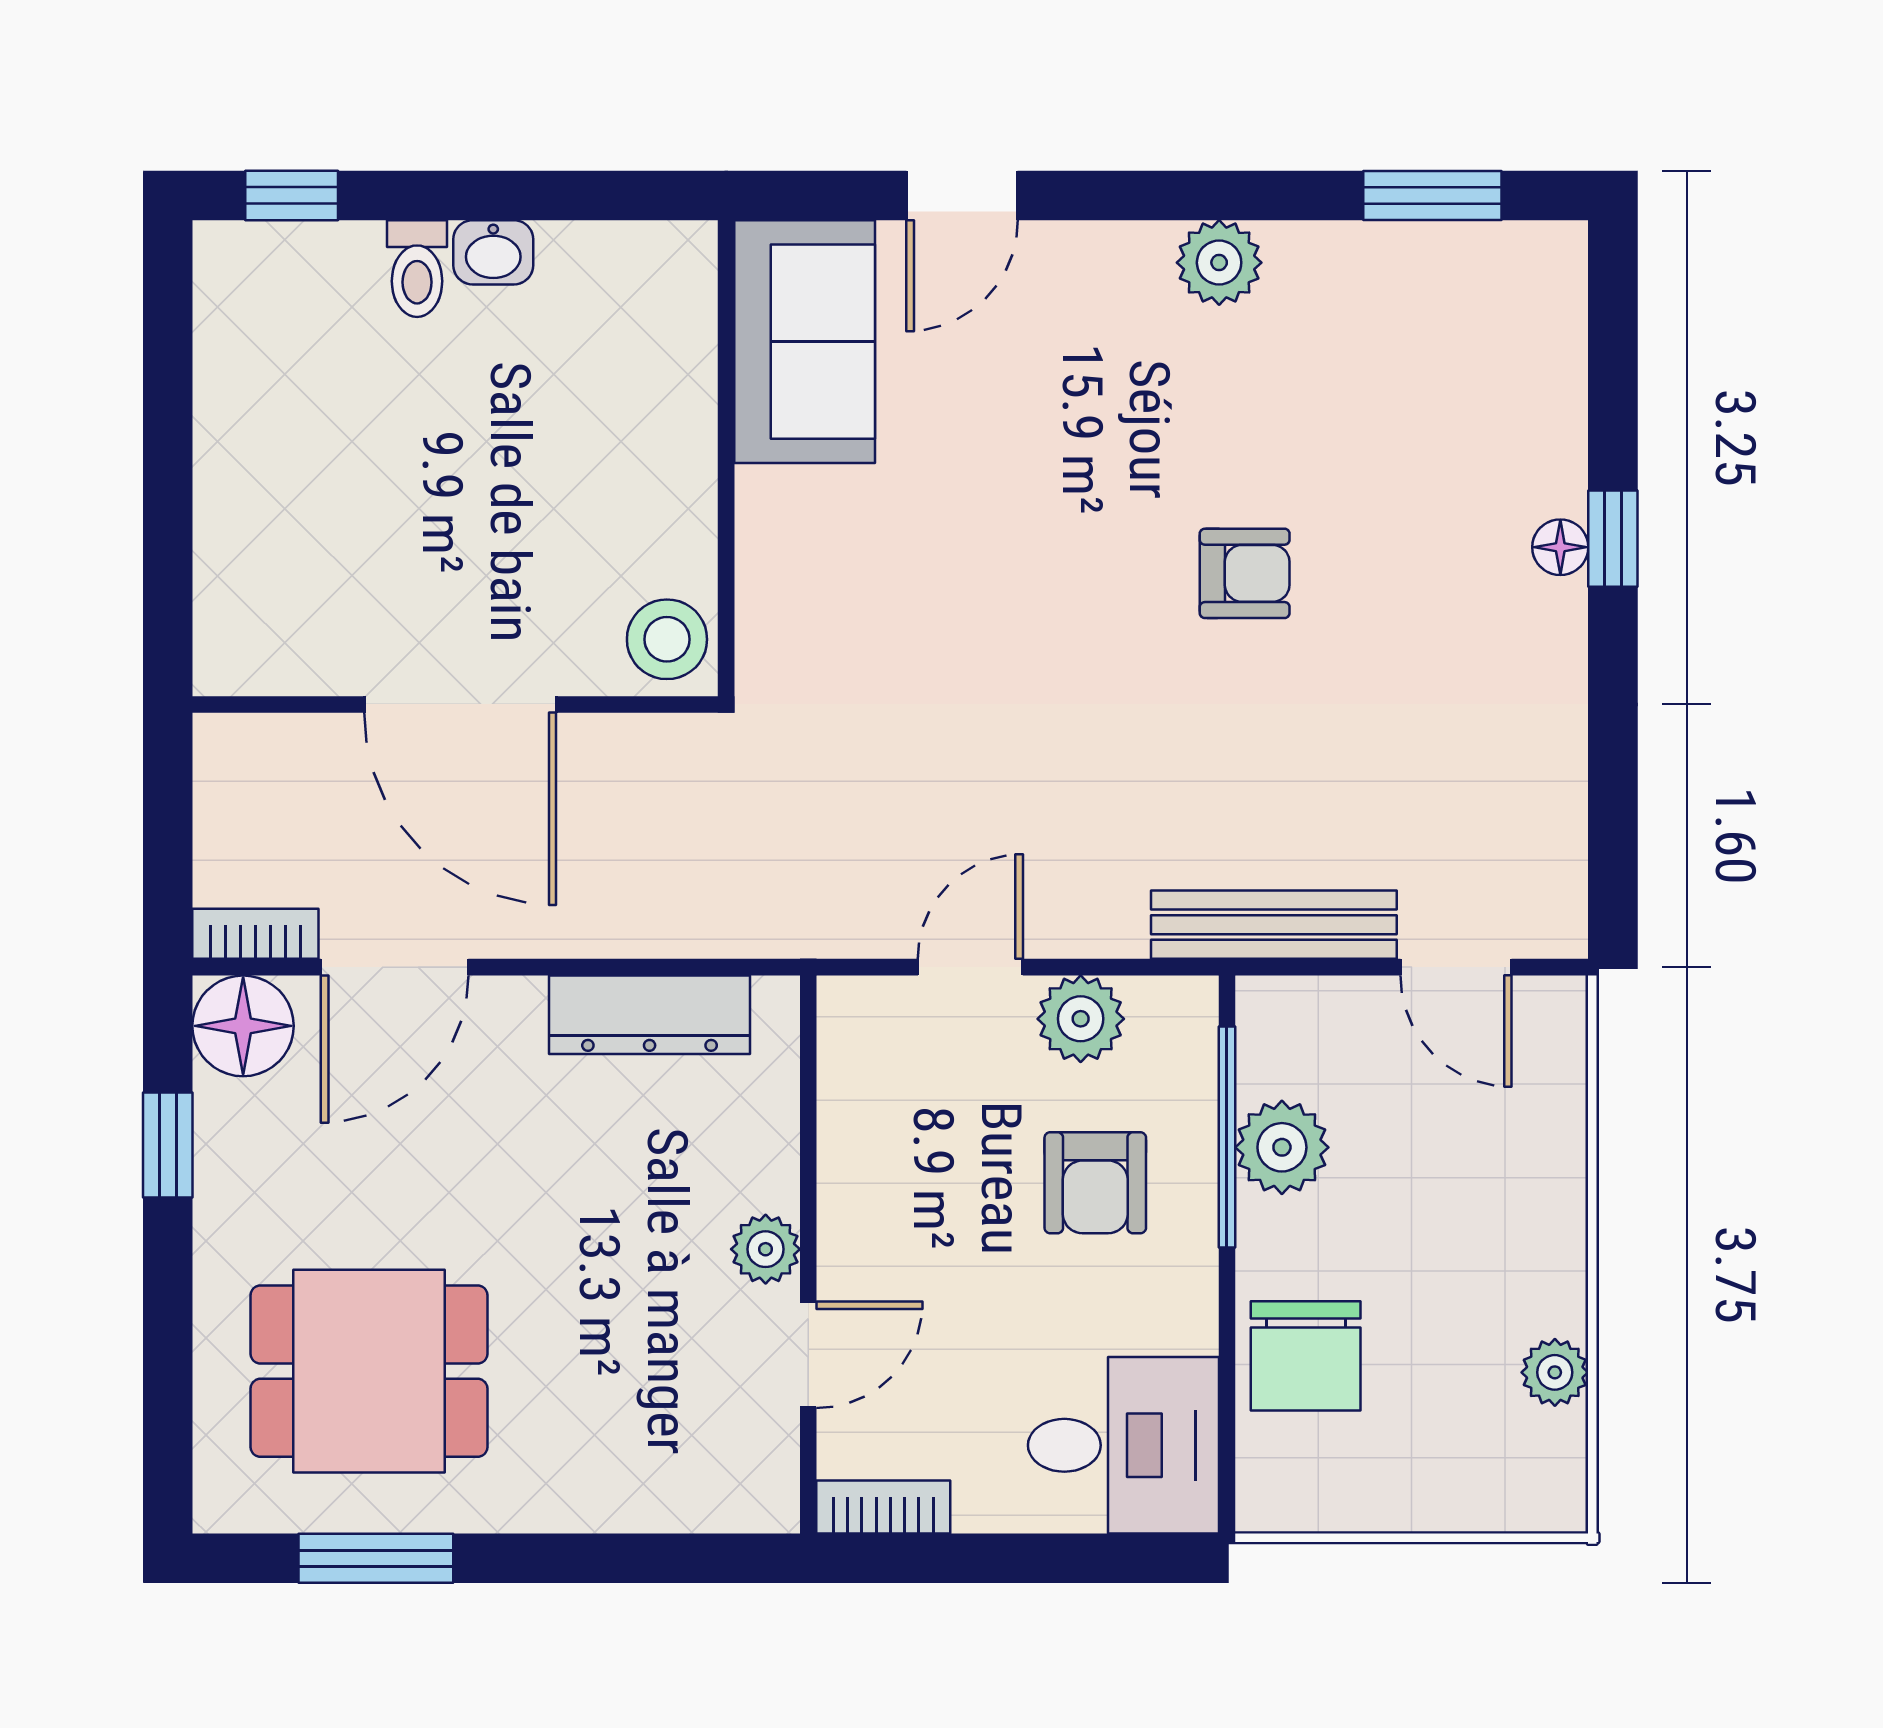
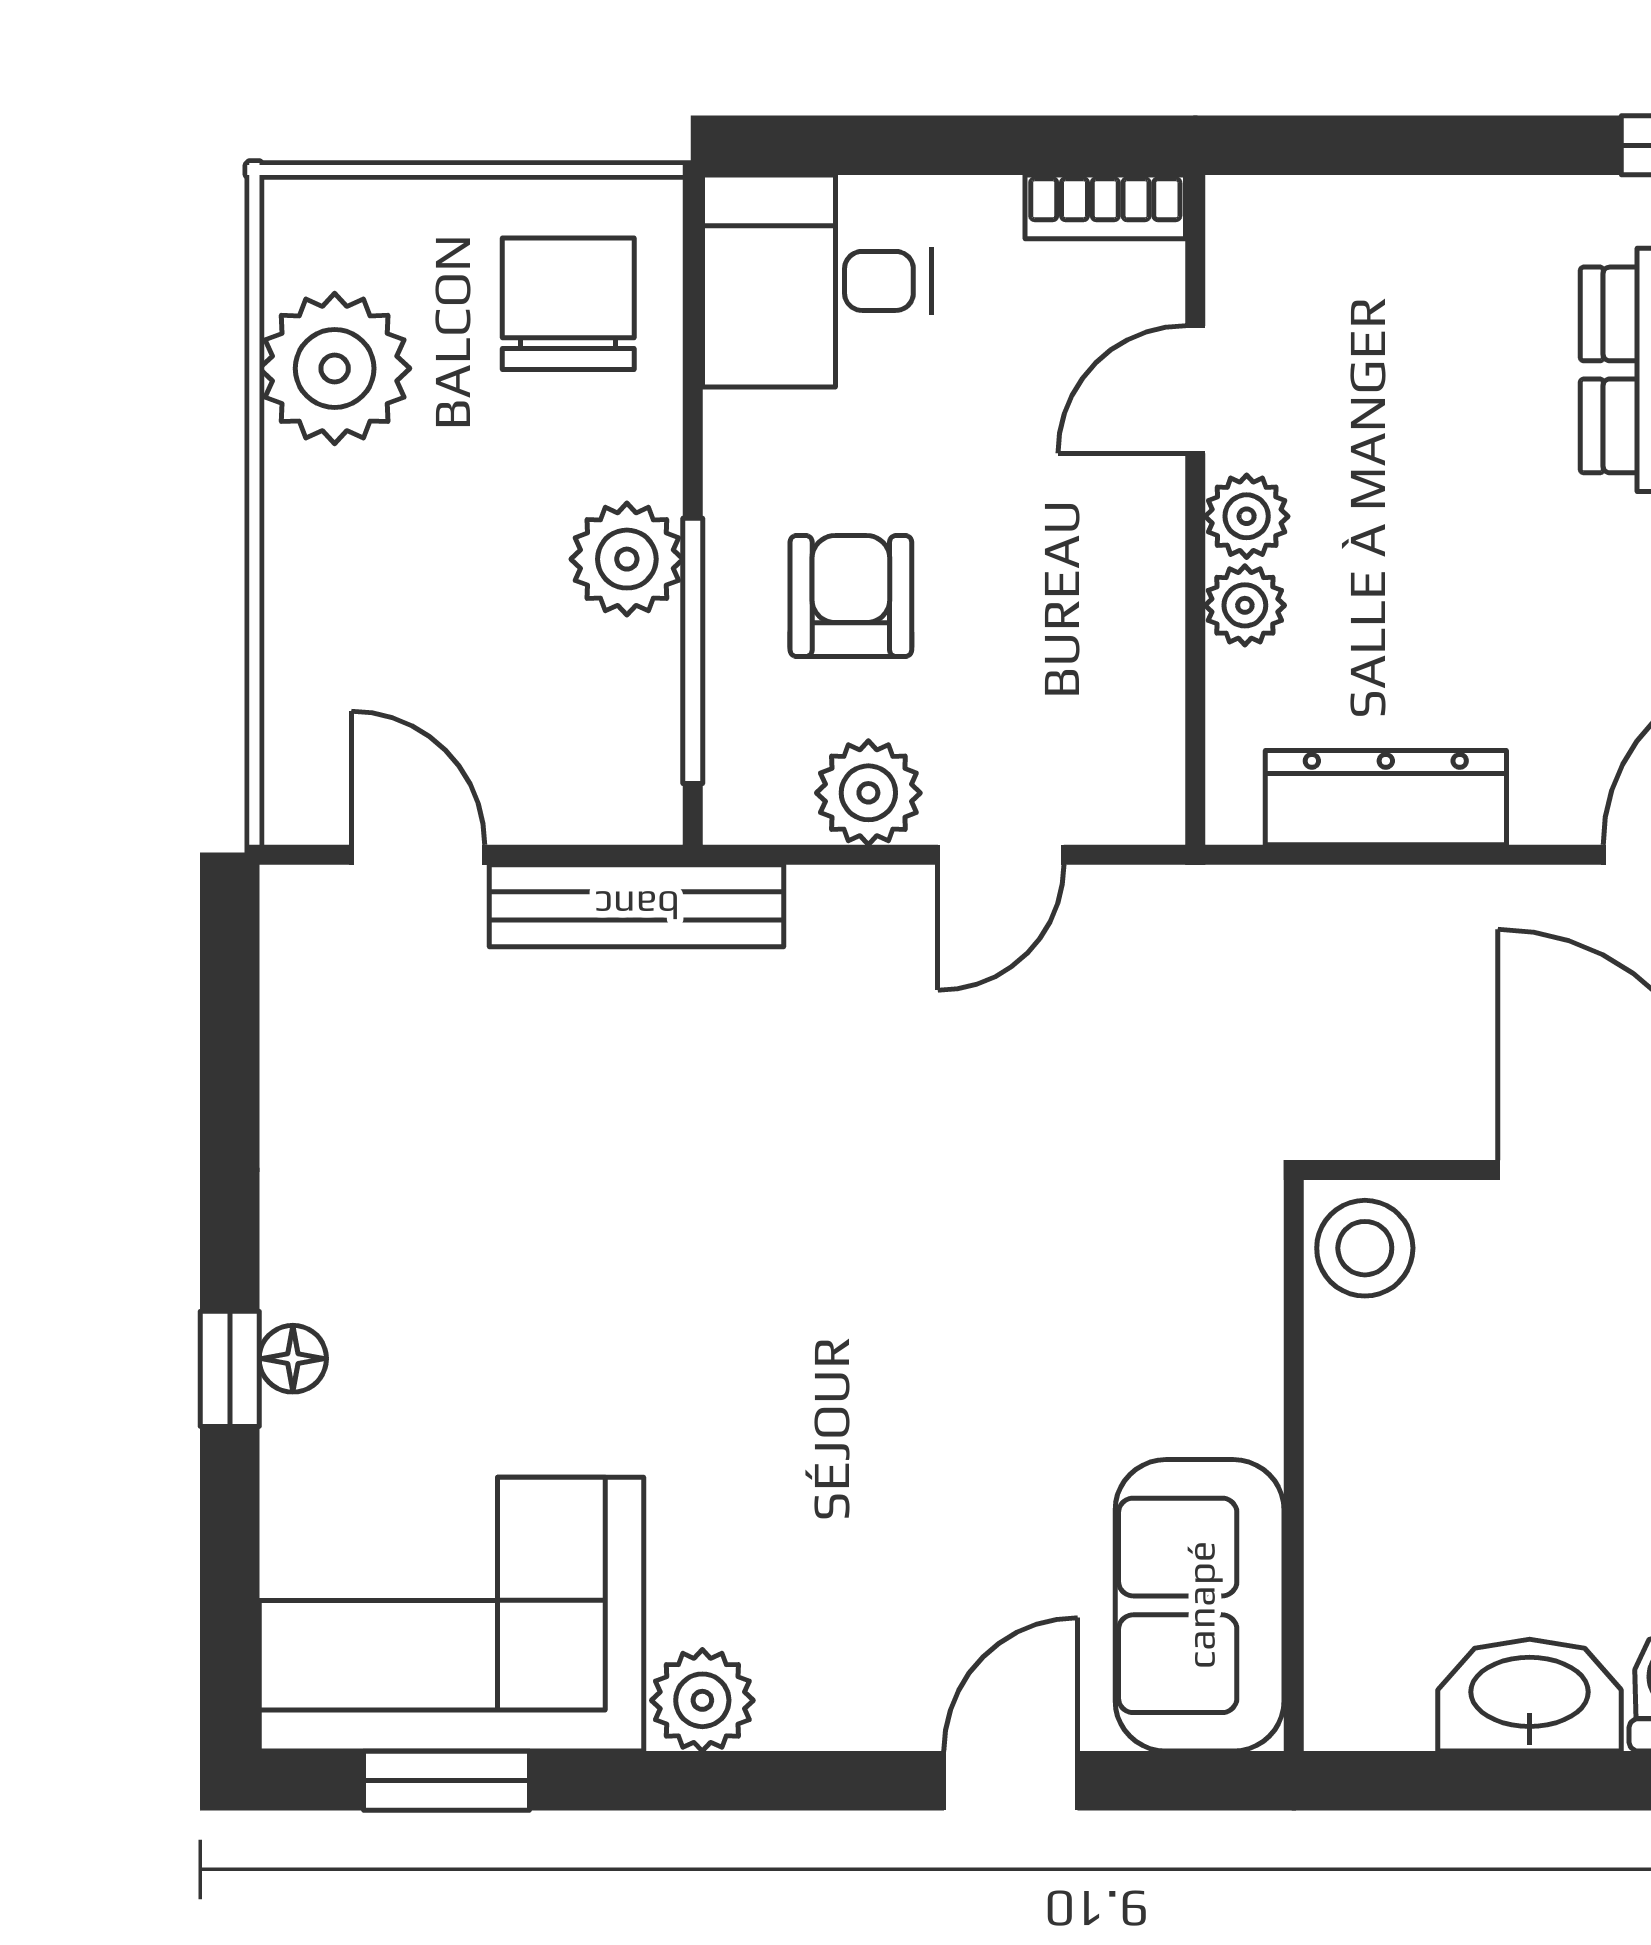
washbasin: (493, 252) -> (1530, 1695), width x1.91, depth x1.45
corner sofa: (1428, 334) -> (451, 1614), added
armchair: (1245, 573) -> (672, 1327), removed
plant: (1282, 1147) -> (627, 559), moved
plant: (767, 1175) -> (1245, 605), added
chair: (1306, 1356) -> (568, 304), moved
plant: (1555, 1372) -> (335, 368), width x1.87, depth x1.87

